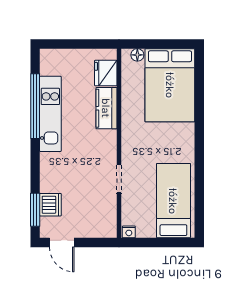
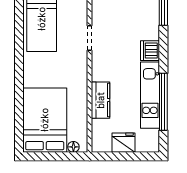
fridge: (106, 73) -> (124, 143), moved, turned -90
dishwasher: (50, 205) -> (150, 51), moved

